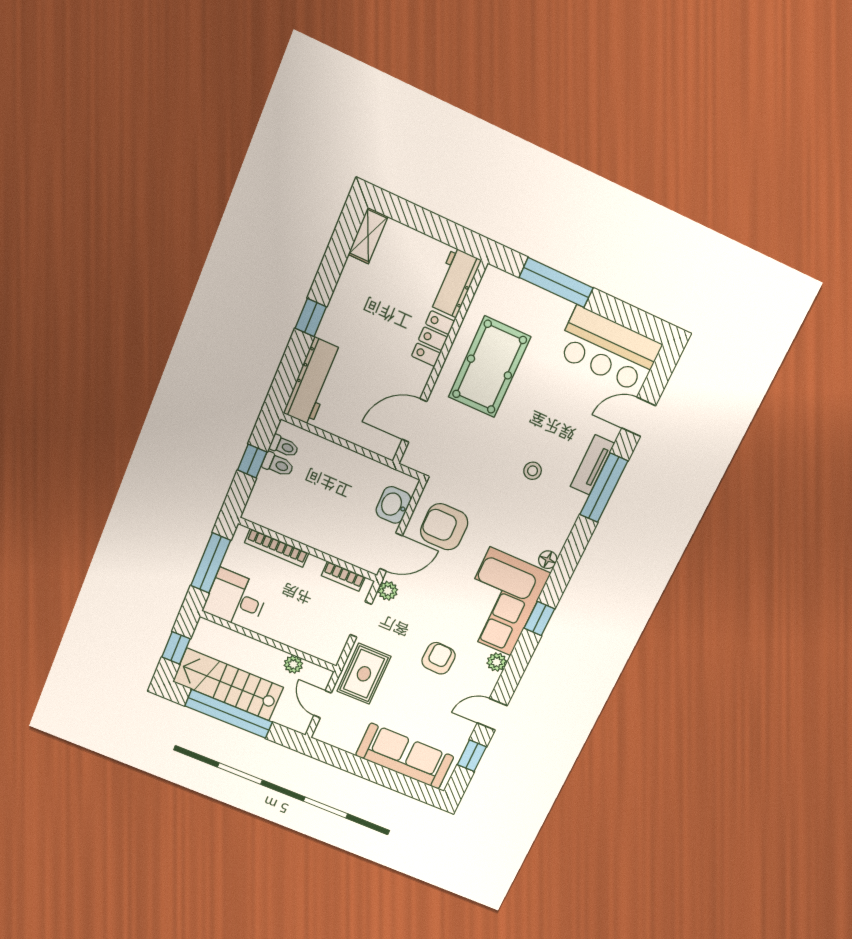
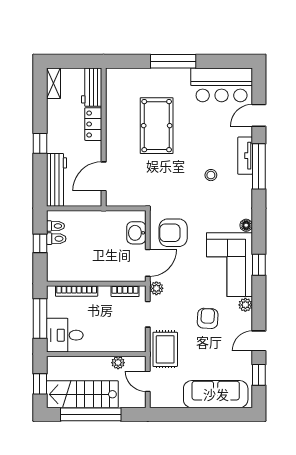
workbench: (455, 283) -> (92, 87), moved
locker: (433, 339) -> (93, 124), moved
wall: (439, 364) -> (104, 137), moved
door: (414, 421) -> (104, 176), moved

